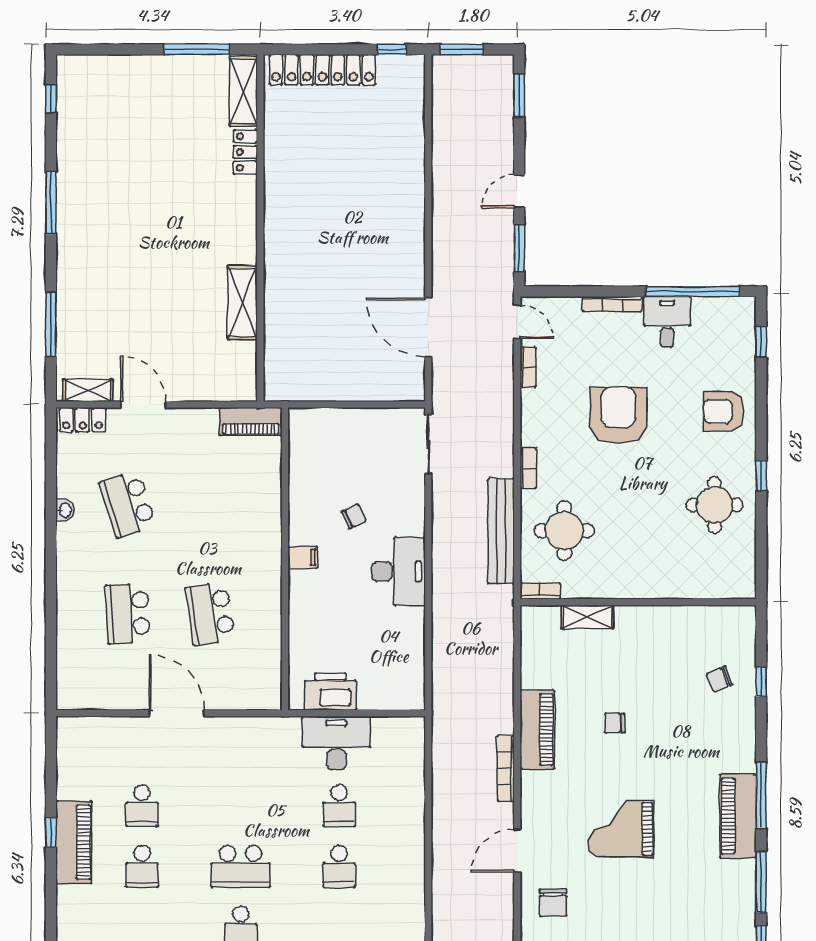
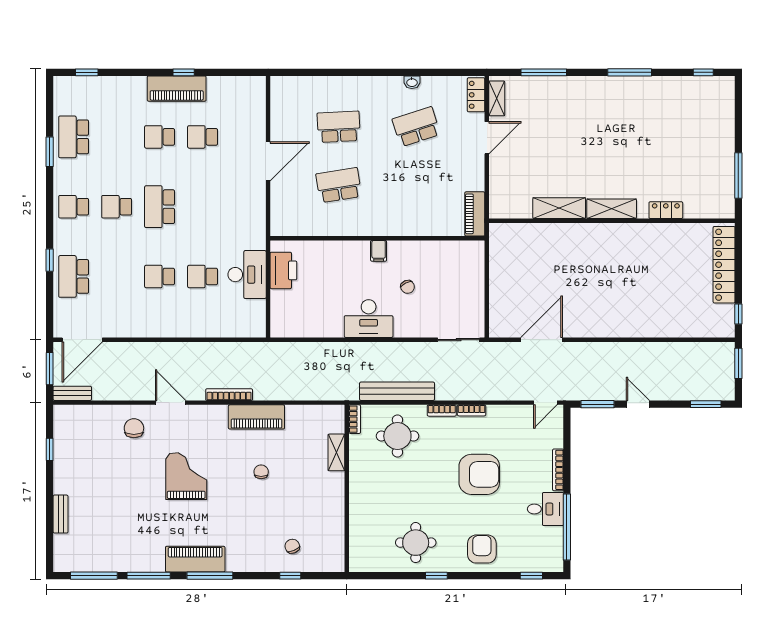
shelving: (243, 91) -> (612, 209), moved
bookcase: (528, 367) -> (472, 410), moved
chair: (553, 903) -> (134, 428), turned 90

